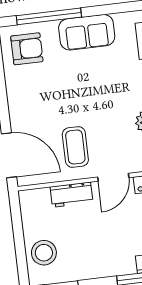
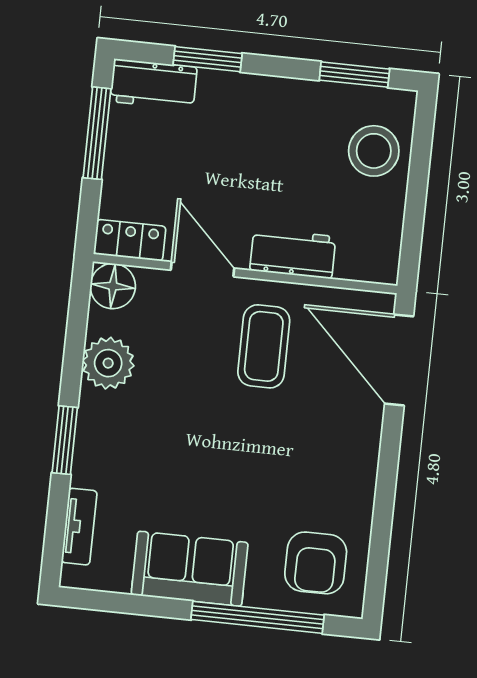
armchair: (27, 49) -> (316, 563), turned -90
door: (113, 177) -> (202, 269), hinge flipped

